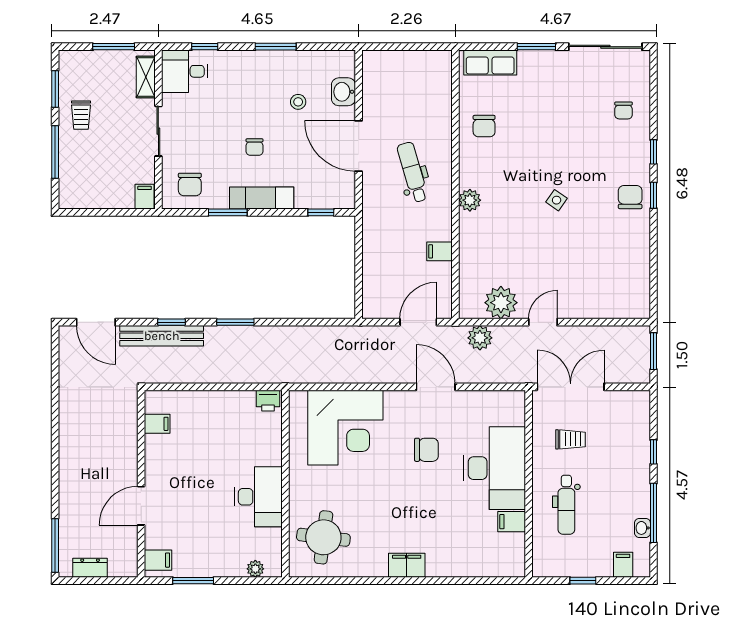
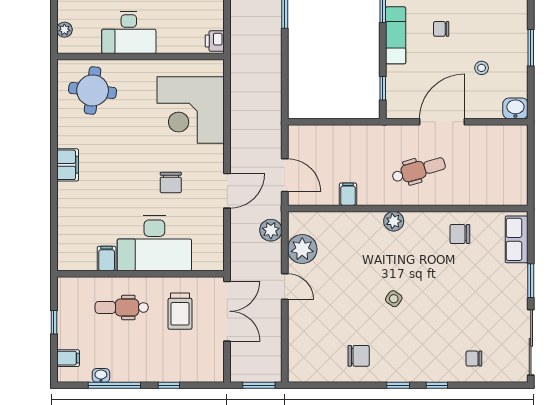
washbasin: (343, 92) -> (515, 108), moved
chair: (630, 197) -> (359, 356), moved
trolley: (571, 439) -> (180, 311), width x1.36, depth x1.39

